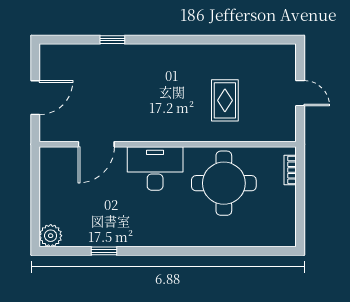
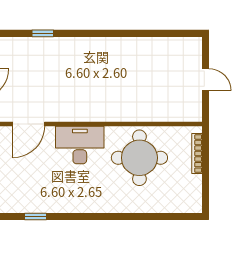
rug: (225, 100) -> (140, 86), removed
bookcase: (290, 170) -> (197, 154), width x1.56

